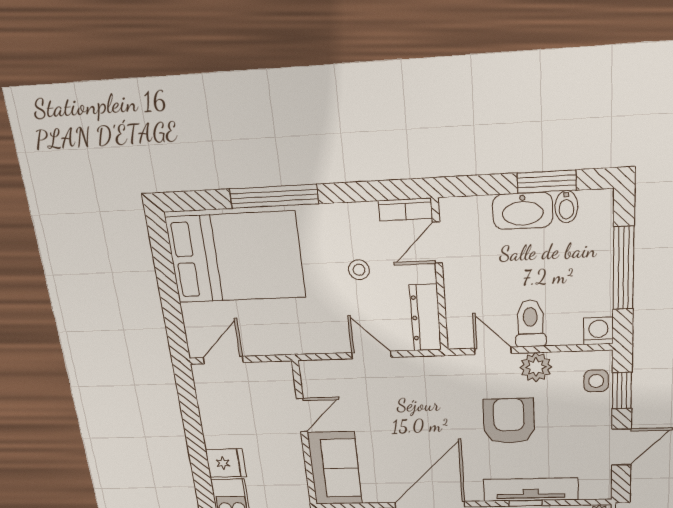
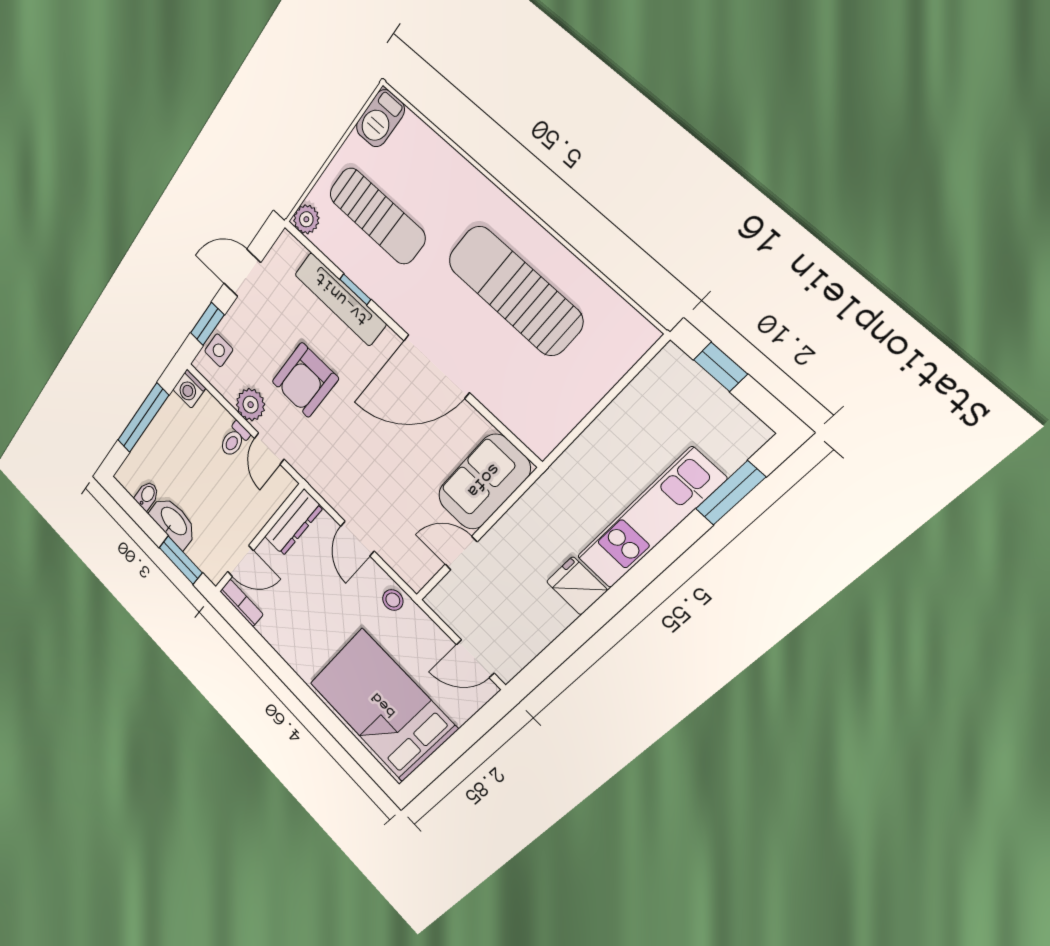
window: (547, 182) -> (181, 560), moved
window: (274, 196) -> (315, 706), removed
stool: (359, 270) -> (393, 600), moved
toilet: (530, 323) -> (234, 440), width x0.73, depth x0.72

